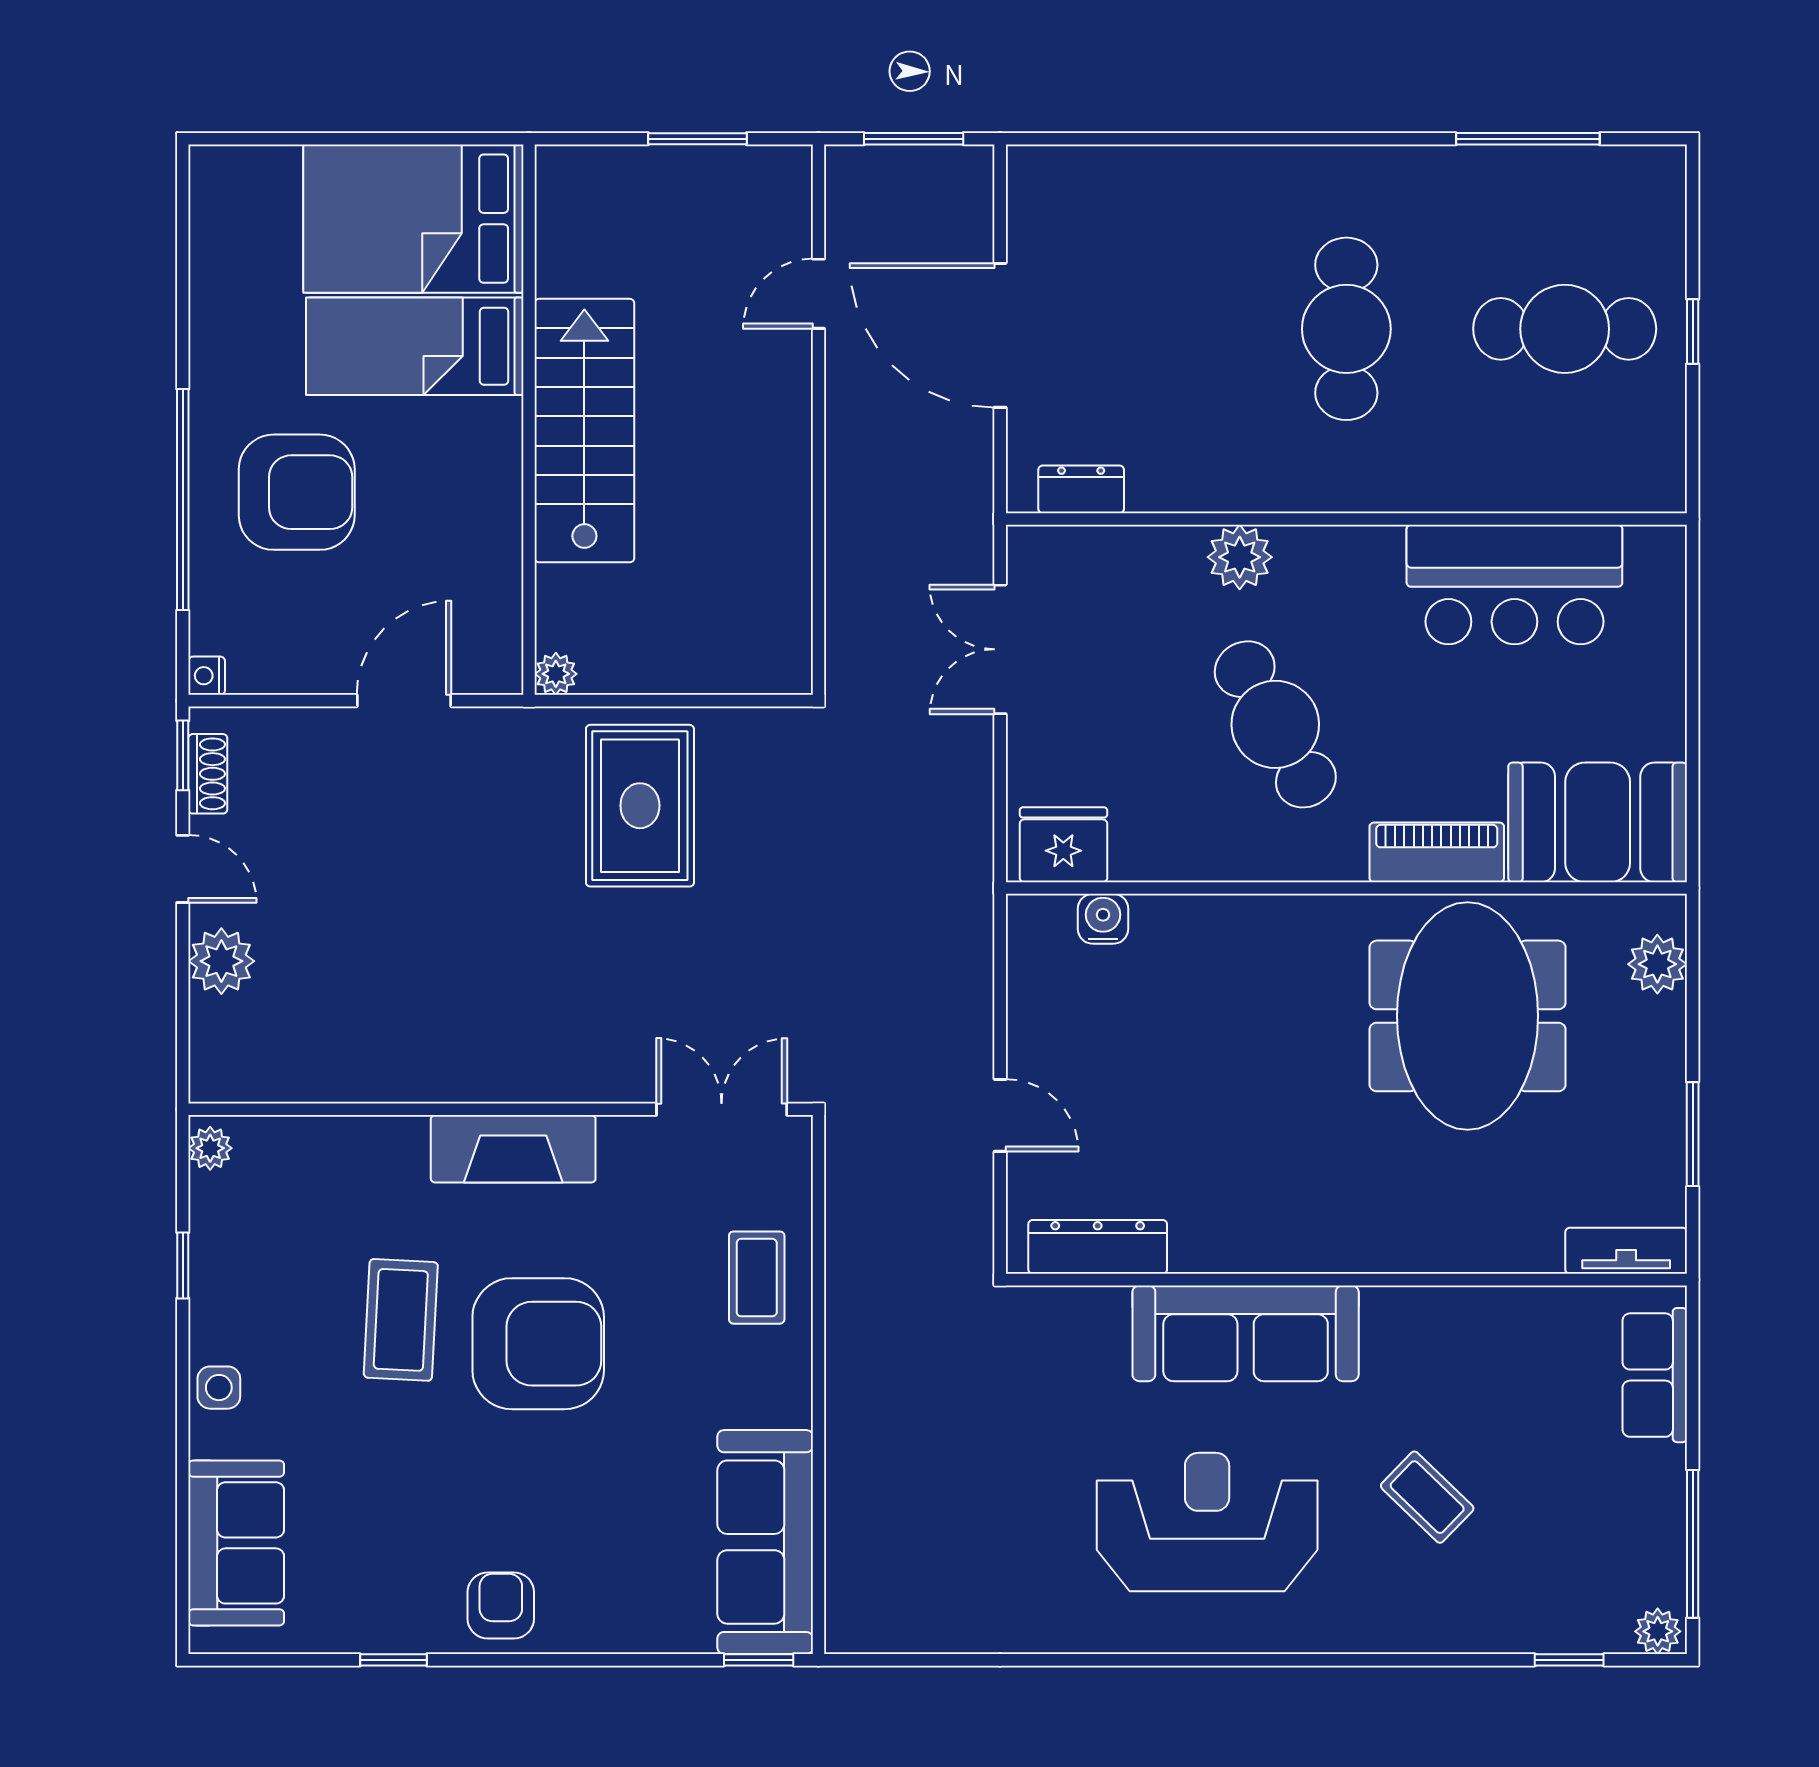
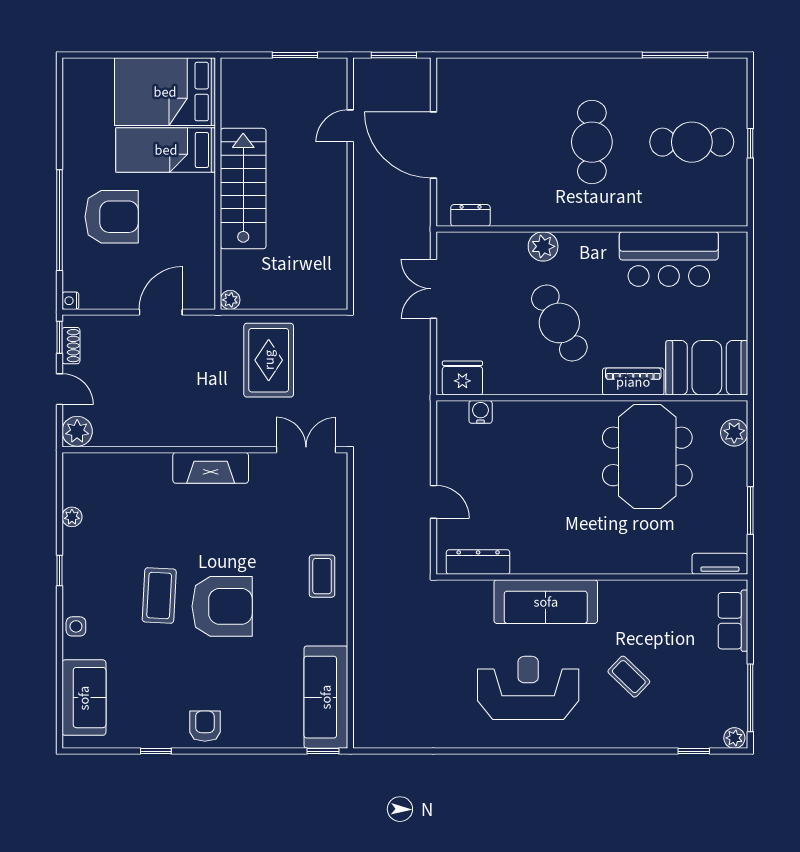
wall: (501, 1109) -> (205, 450), moved
double door: (722, 1109) -> (306, 450), moved
fireplace: (513, 1149) -> (211, 468), moved

